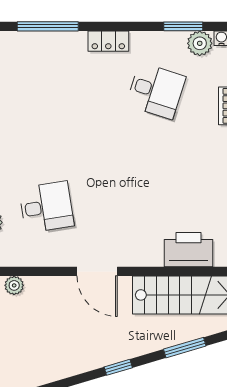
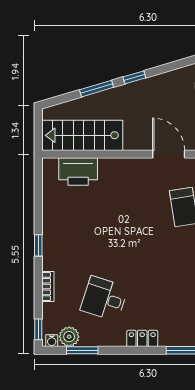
door: (97, 271) -> (169, 154), moved
window: (185, 348) -> (97, 89), moved

